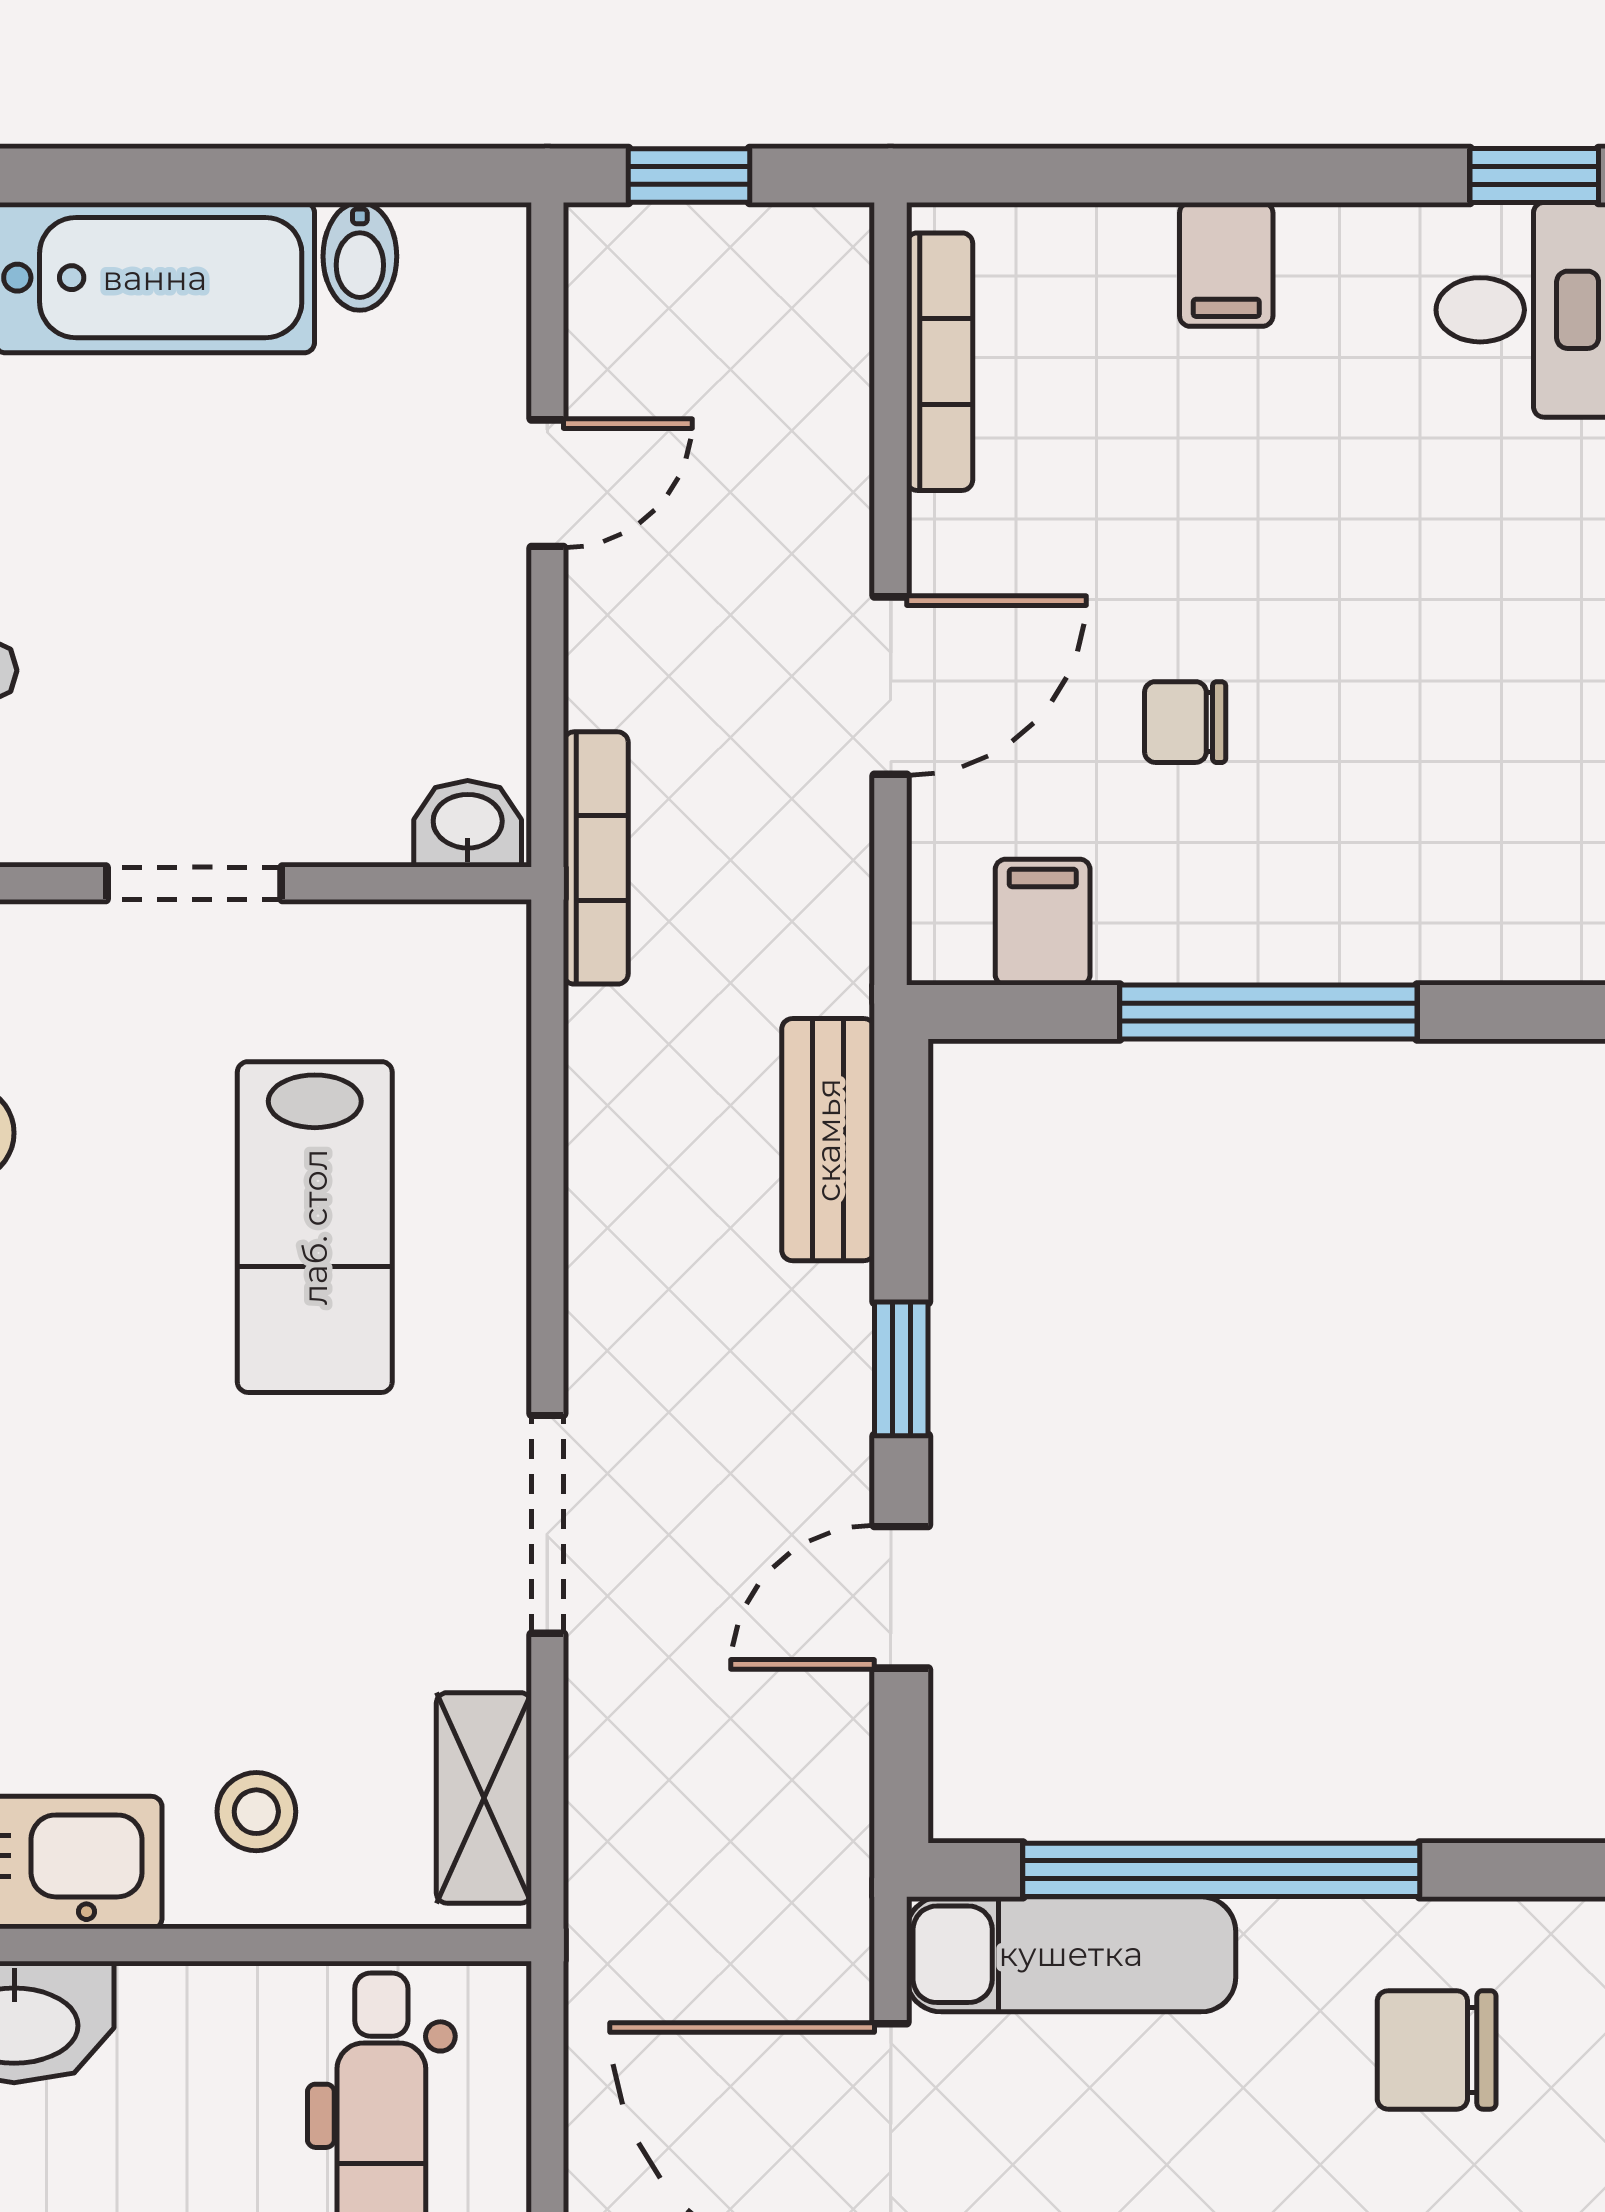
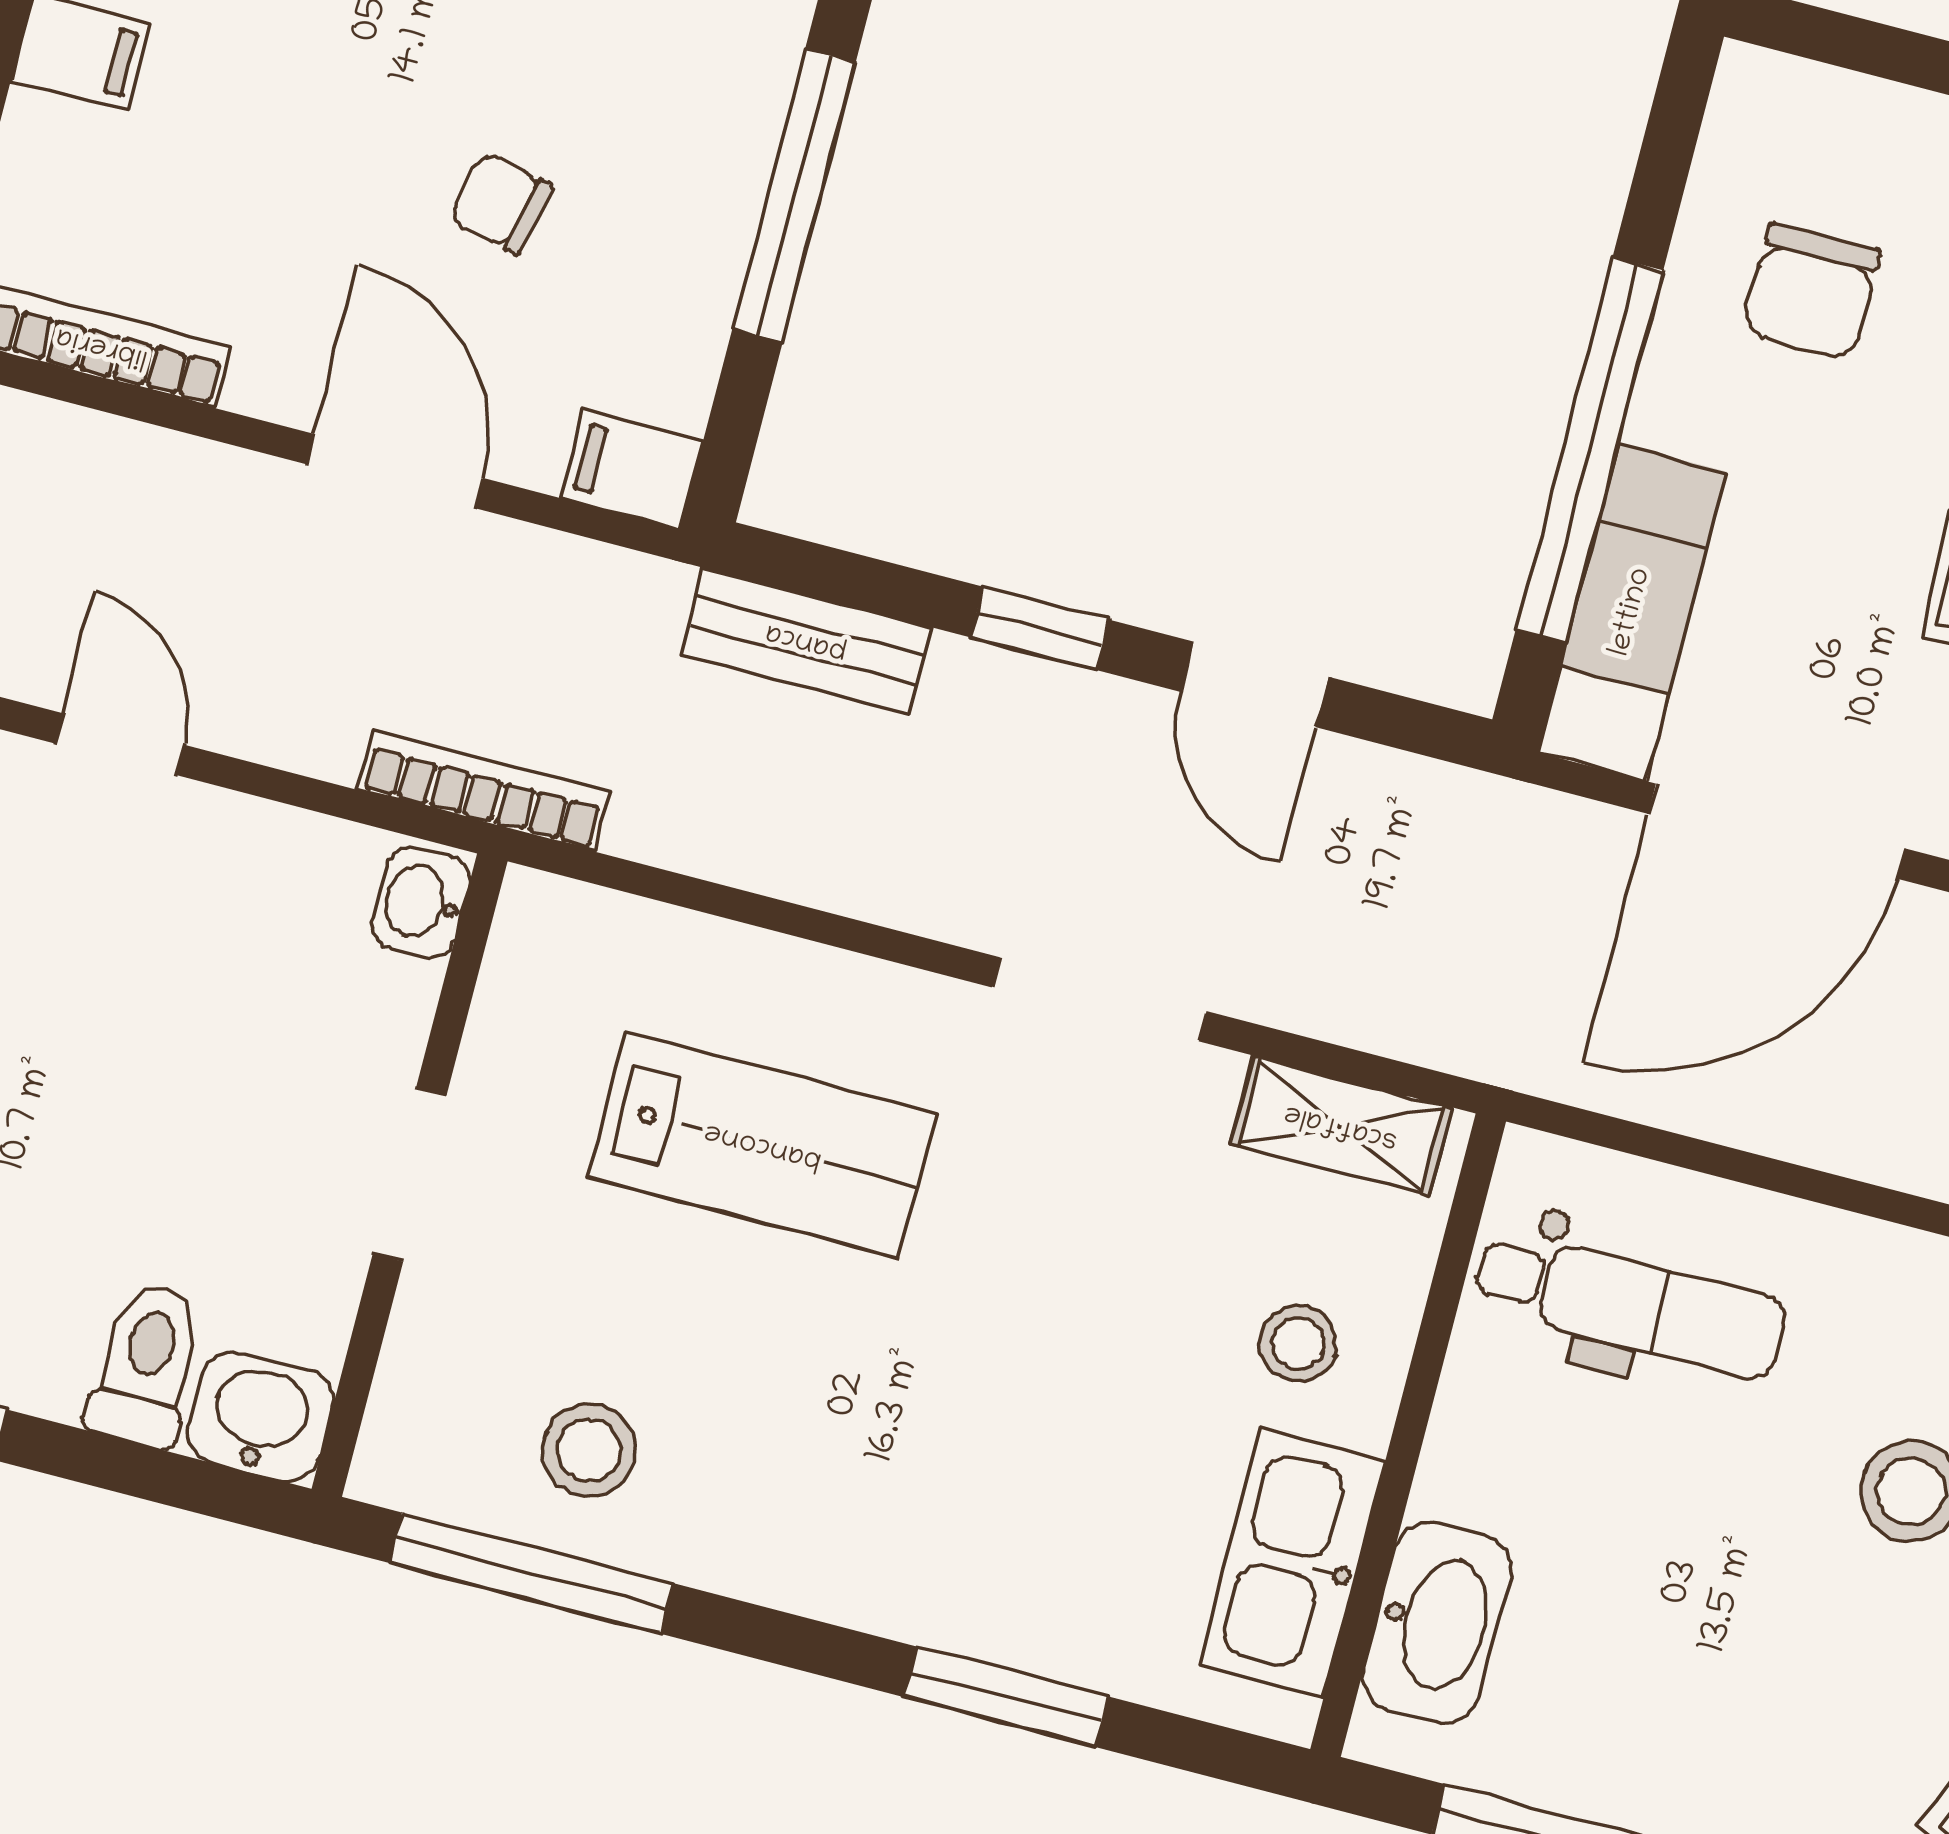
chair: (1185, 722) -> (501, 203), turned 102
filing cabinet: (1043, 922) -> (632, 469), moved

